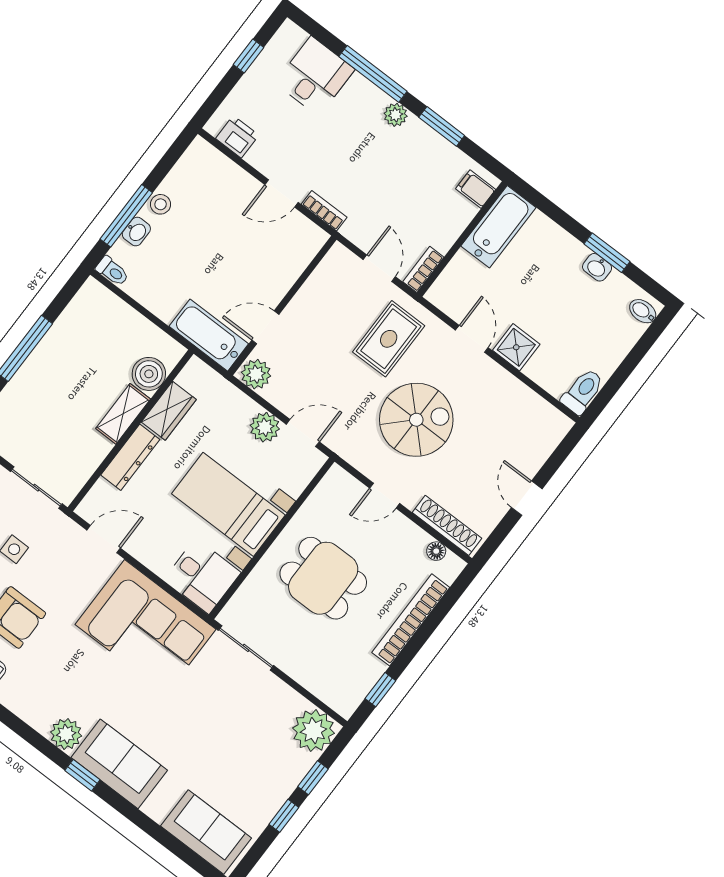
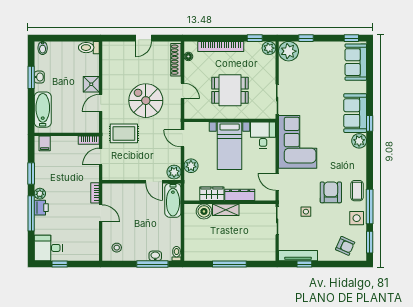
desk: (315, 76) -> (48, 248), moved
printer: (237, 137) -> (41, 208), moved, turned 180
stool: (161, 204) -> (117, 248), moved
bathtub: (498, 227) -> (43, 110), moved, turned 90
plant: (265, 427) -> (191, 166), moved
dining table: (323, 578) -> (230, 90), turned 90
plant: (345, 701) -> (269, 48), added
window: (284, 816) -> (351, 38), moved

